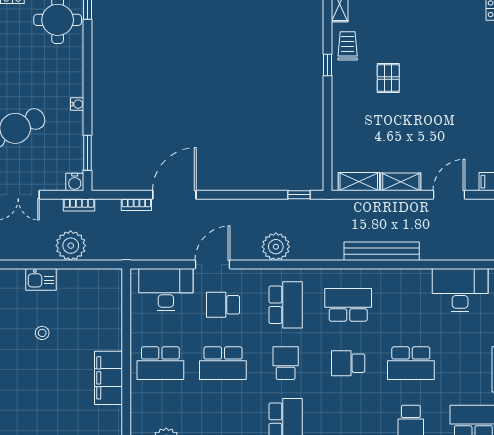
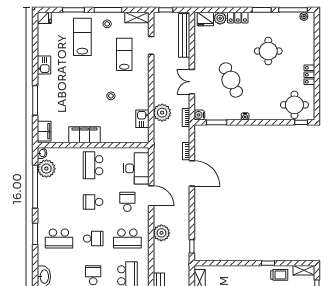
kitchen sink: (41, 279) -> (142, 119), moved
school desk: (223, 363) -> (93, 202), width x0.54

